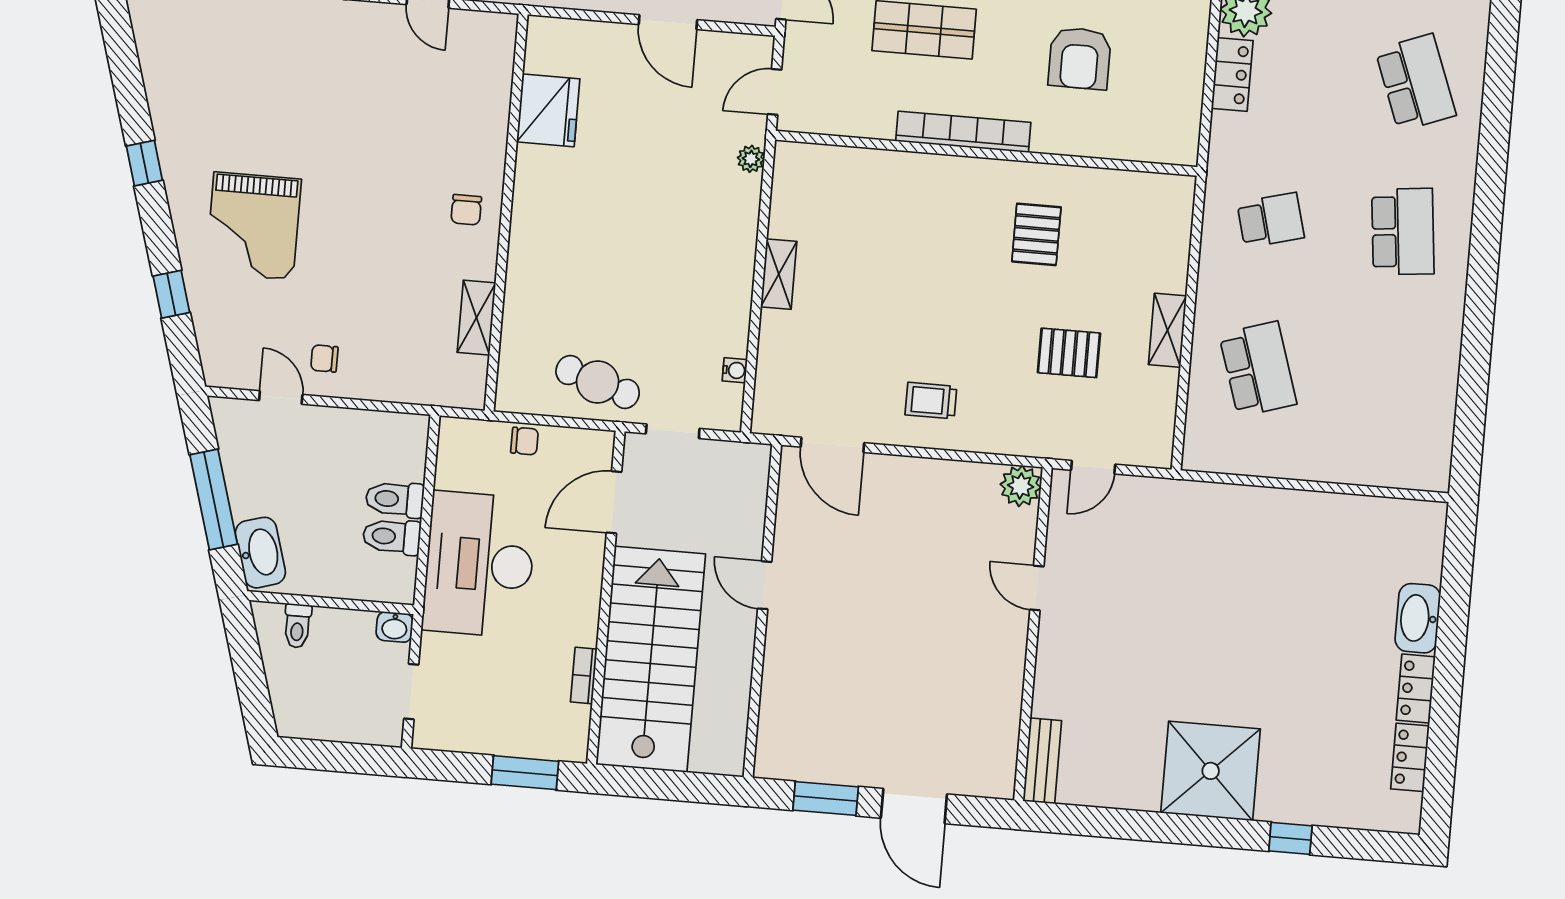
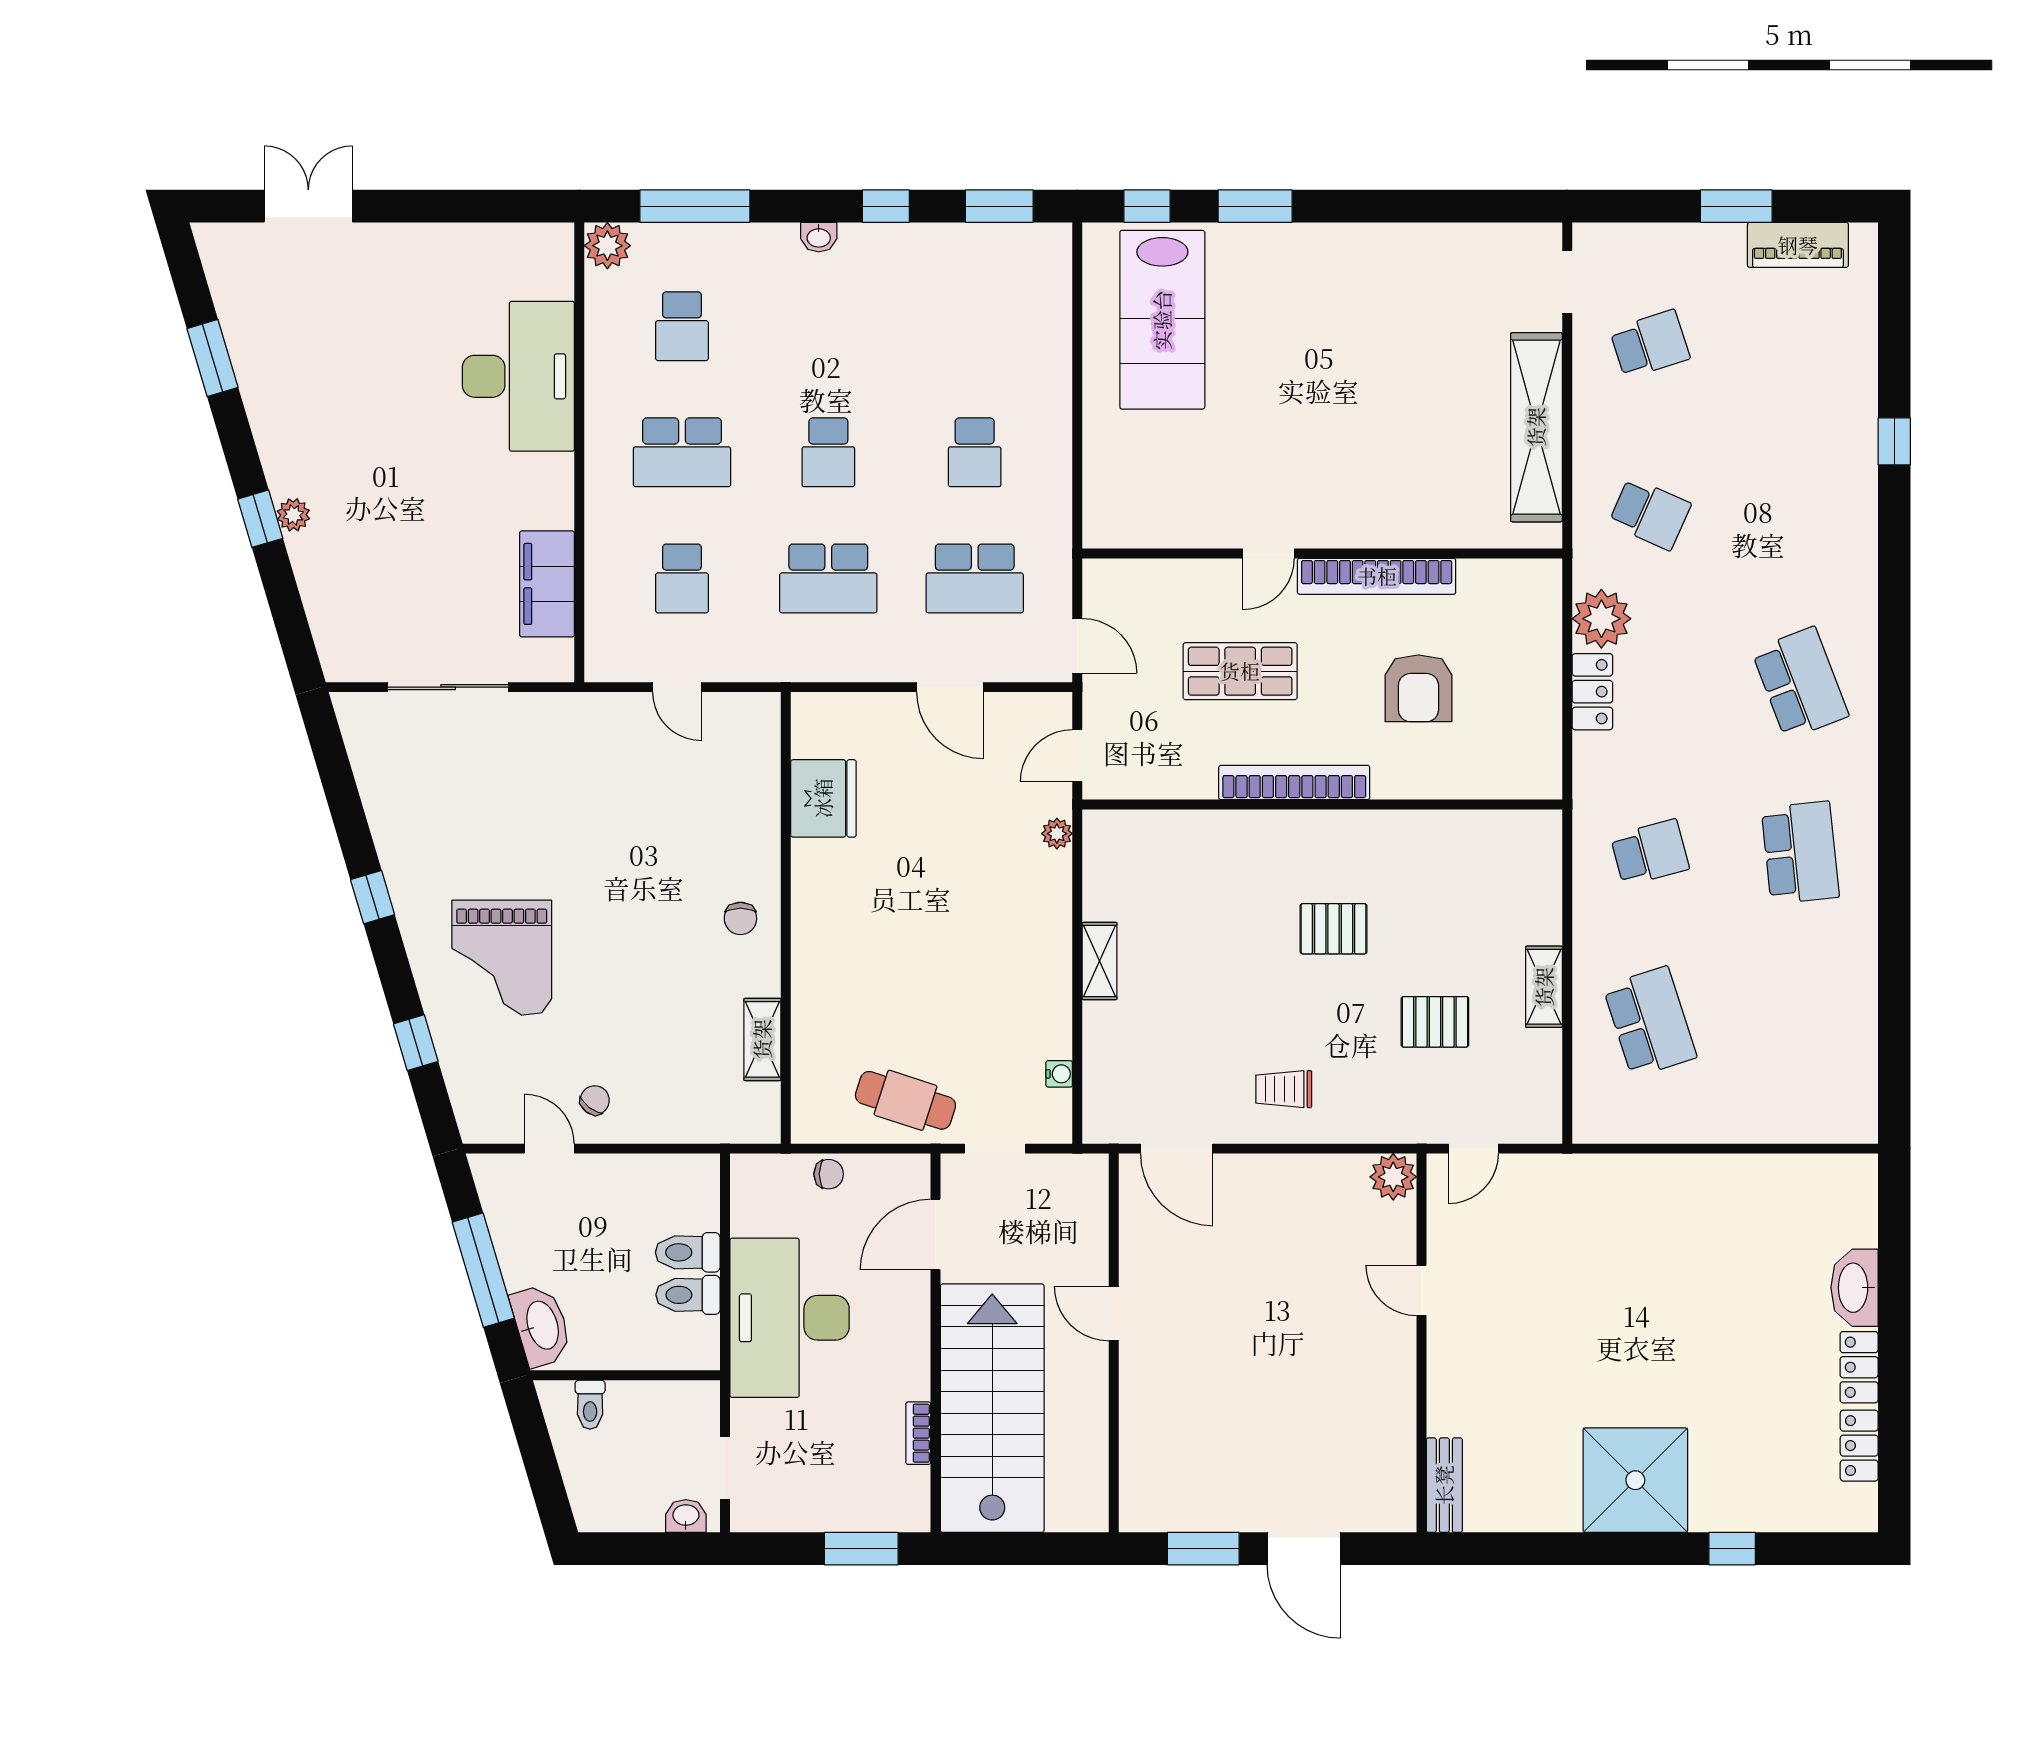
pallet: (1036, 234) -> (1334, 929), moved, turned 90
chair: (324, 358) -> (595, 1100), turned 128
washbasin: (395, 627) -> (686, 1516), moved, turned 180

